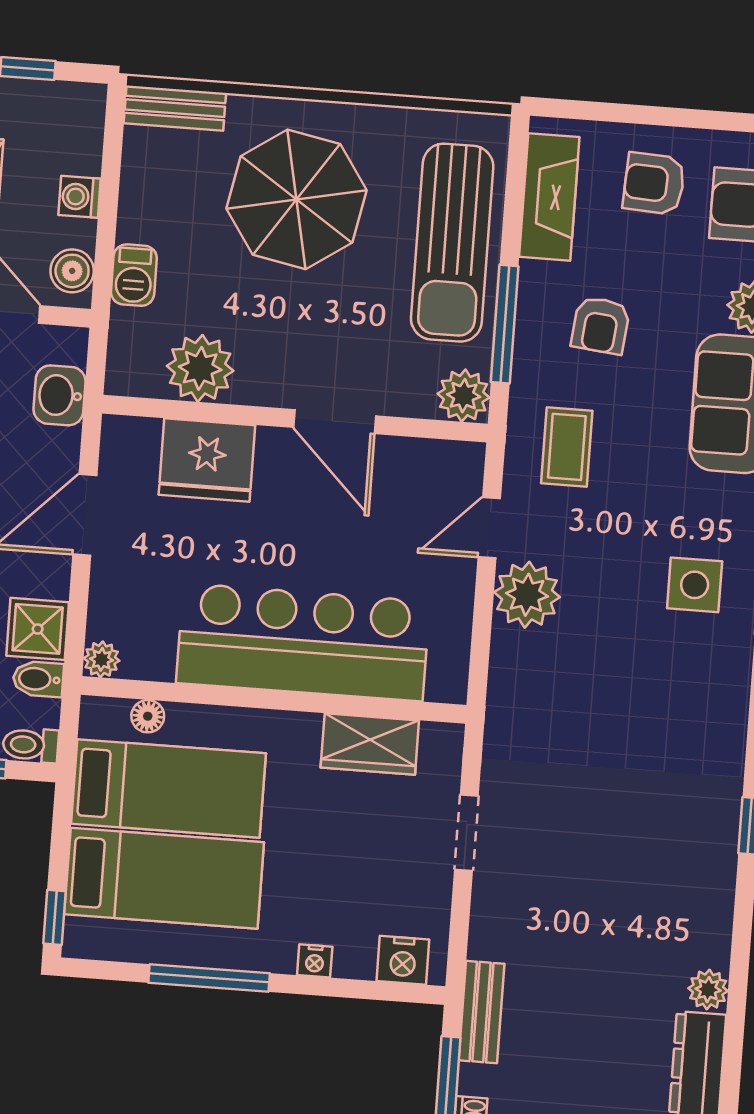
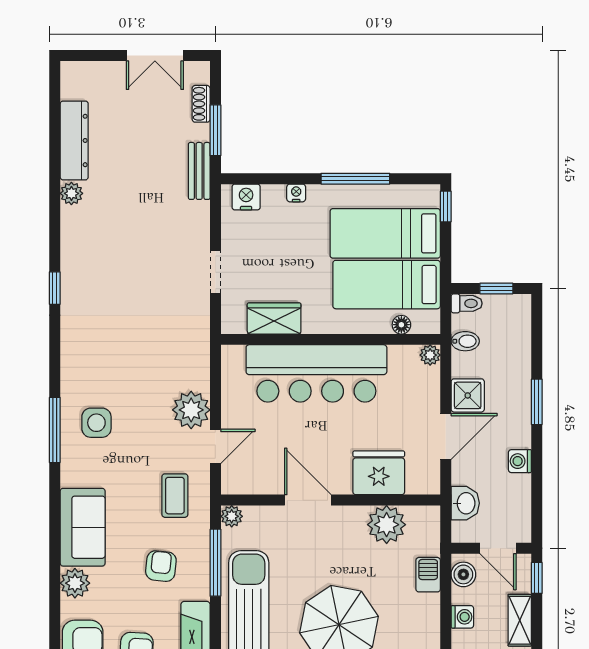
plant: (464, 396) -> (232, 516), width x0.73, depth x0.73
shower: (38, 629) -> (468, 395), moved

